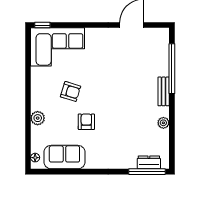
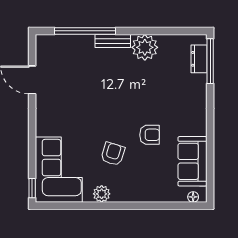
plant: (38, 118) -> (102, 194), moved
armchair: (86, 122) -> (150, 135), turned 180
plant: (163, 123) -> (145, 47), width x1.87, depth x1.87

